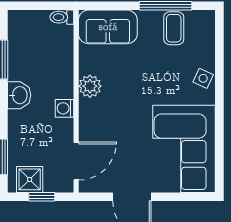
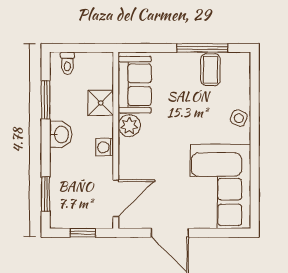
toilet: (62, 17) -> (67, 63), moved, turned -90
sofa: (108, 27) -> (135, 85), moved, turned -90
shower: (30, 179) -> (101, 103), moved

